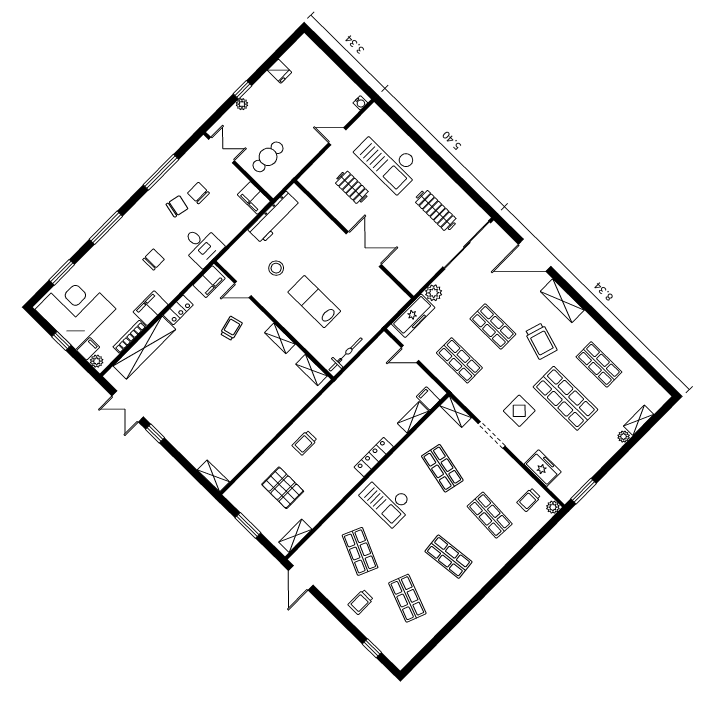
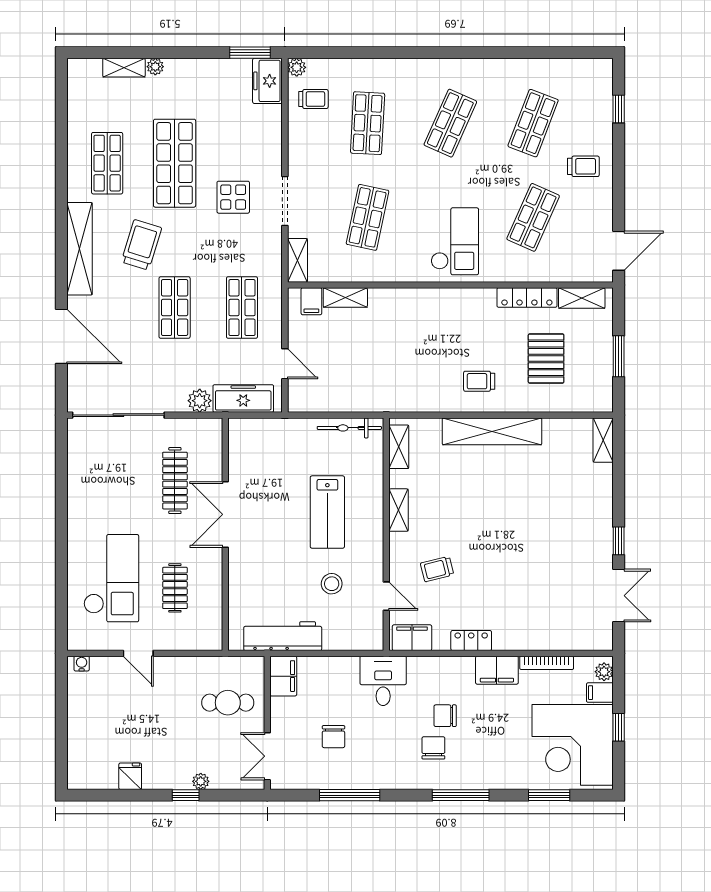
chair: (177, 206) -> (433, 748), moved, turned 78
clothes rail: (436, 210) -> (175, 481), moved
shelving: (562, 301) -> (80, 249), width x1.47
shelving: (144, 348) -> (492, 431), moved
trolley: (305, 443) -> (479, 381), turned 180
locker: (374, 457) -> (527, 298), moved
freezer: (543, 468) -> (267, 81), moved
shop shelf: (448, 557) -> (450, 123), turned 30

